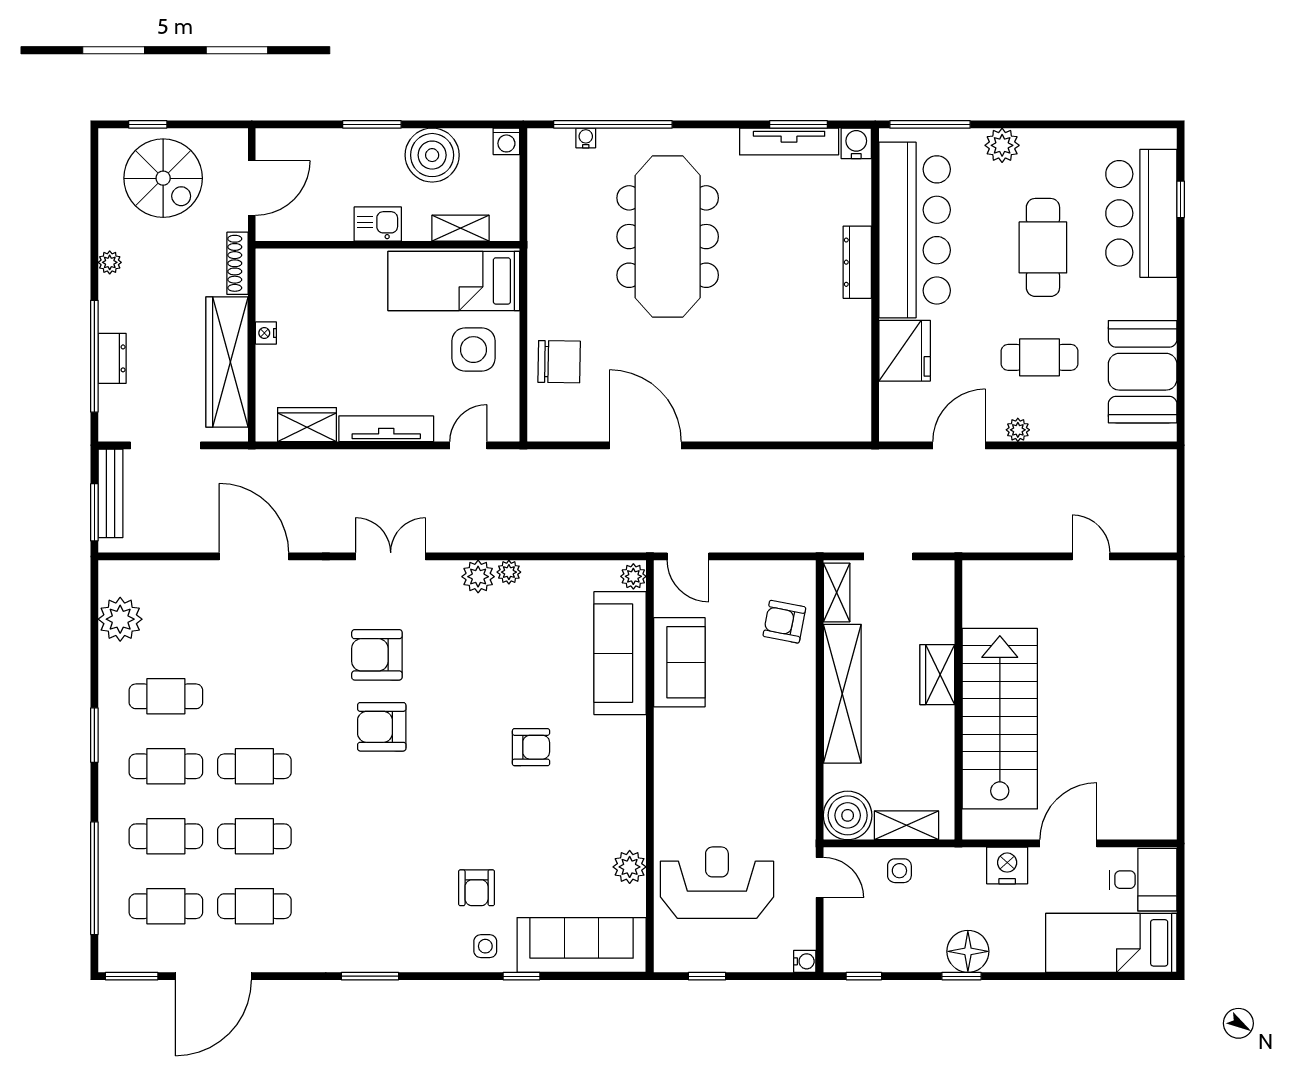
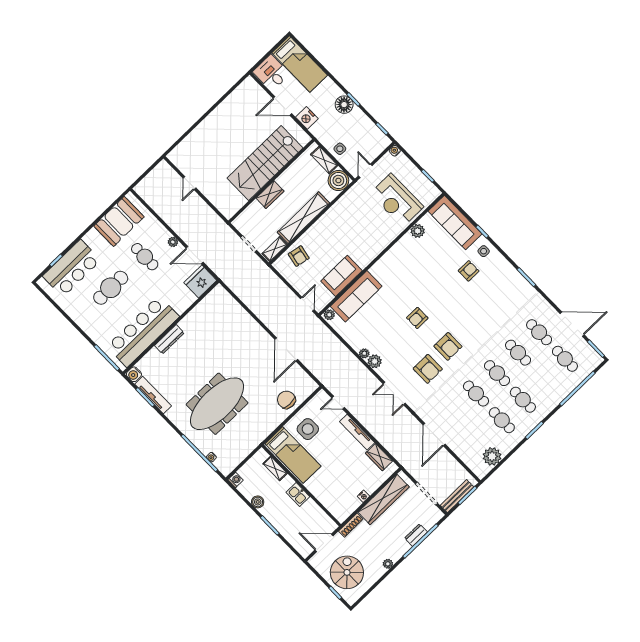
plant: (1002, 145) -> (92, 330), removed
boiler: (432, 155) -> (258, 502), width x0.54, depth x0.54
fridge: (905, 351) -> (200, 281), moved
armchair: (531, 747) -> (417, 318), moved, turned -90
cafe table: (166, 836) -> (476, 394), moved

